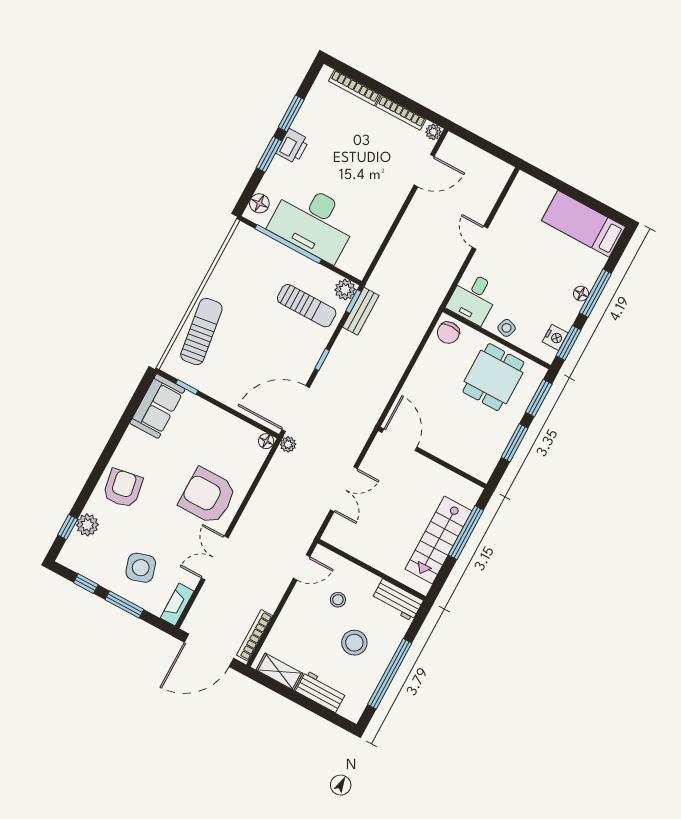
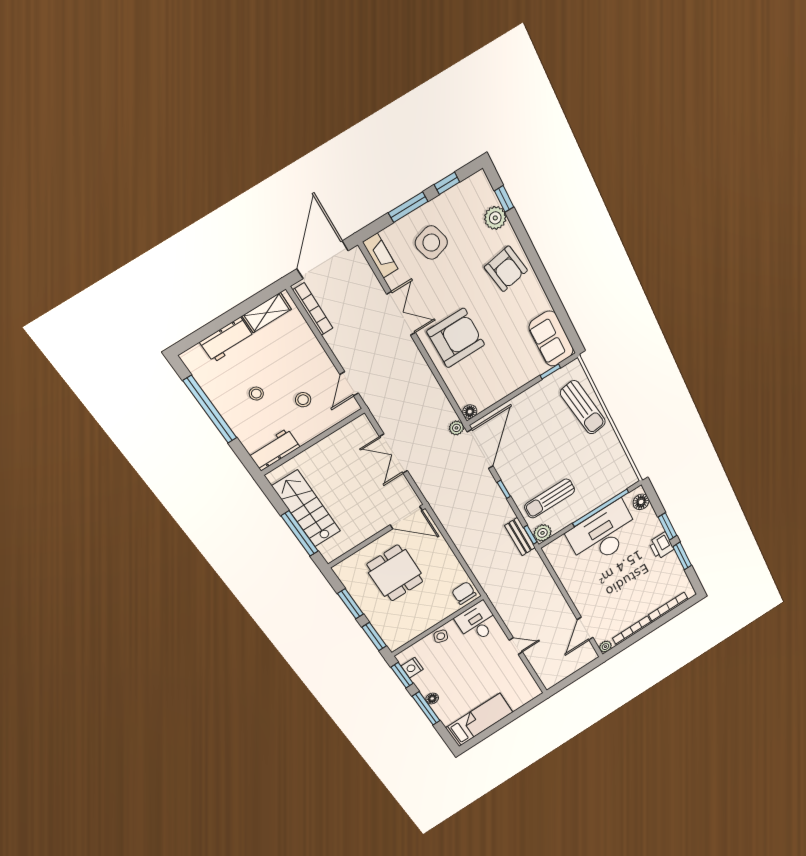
dining table: (493, 377) -> (395, 573), moved
stool: (354, 643) -> (256, 394), width x0.53, depth x0.53

